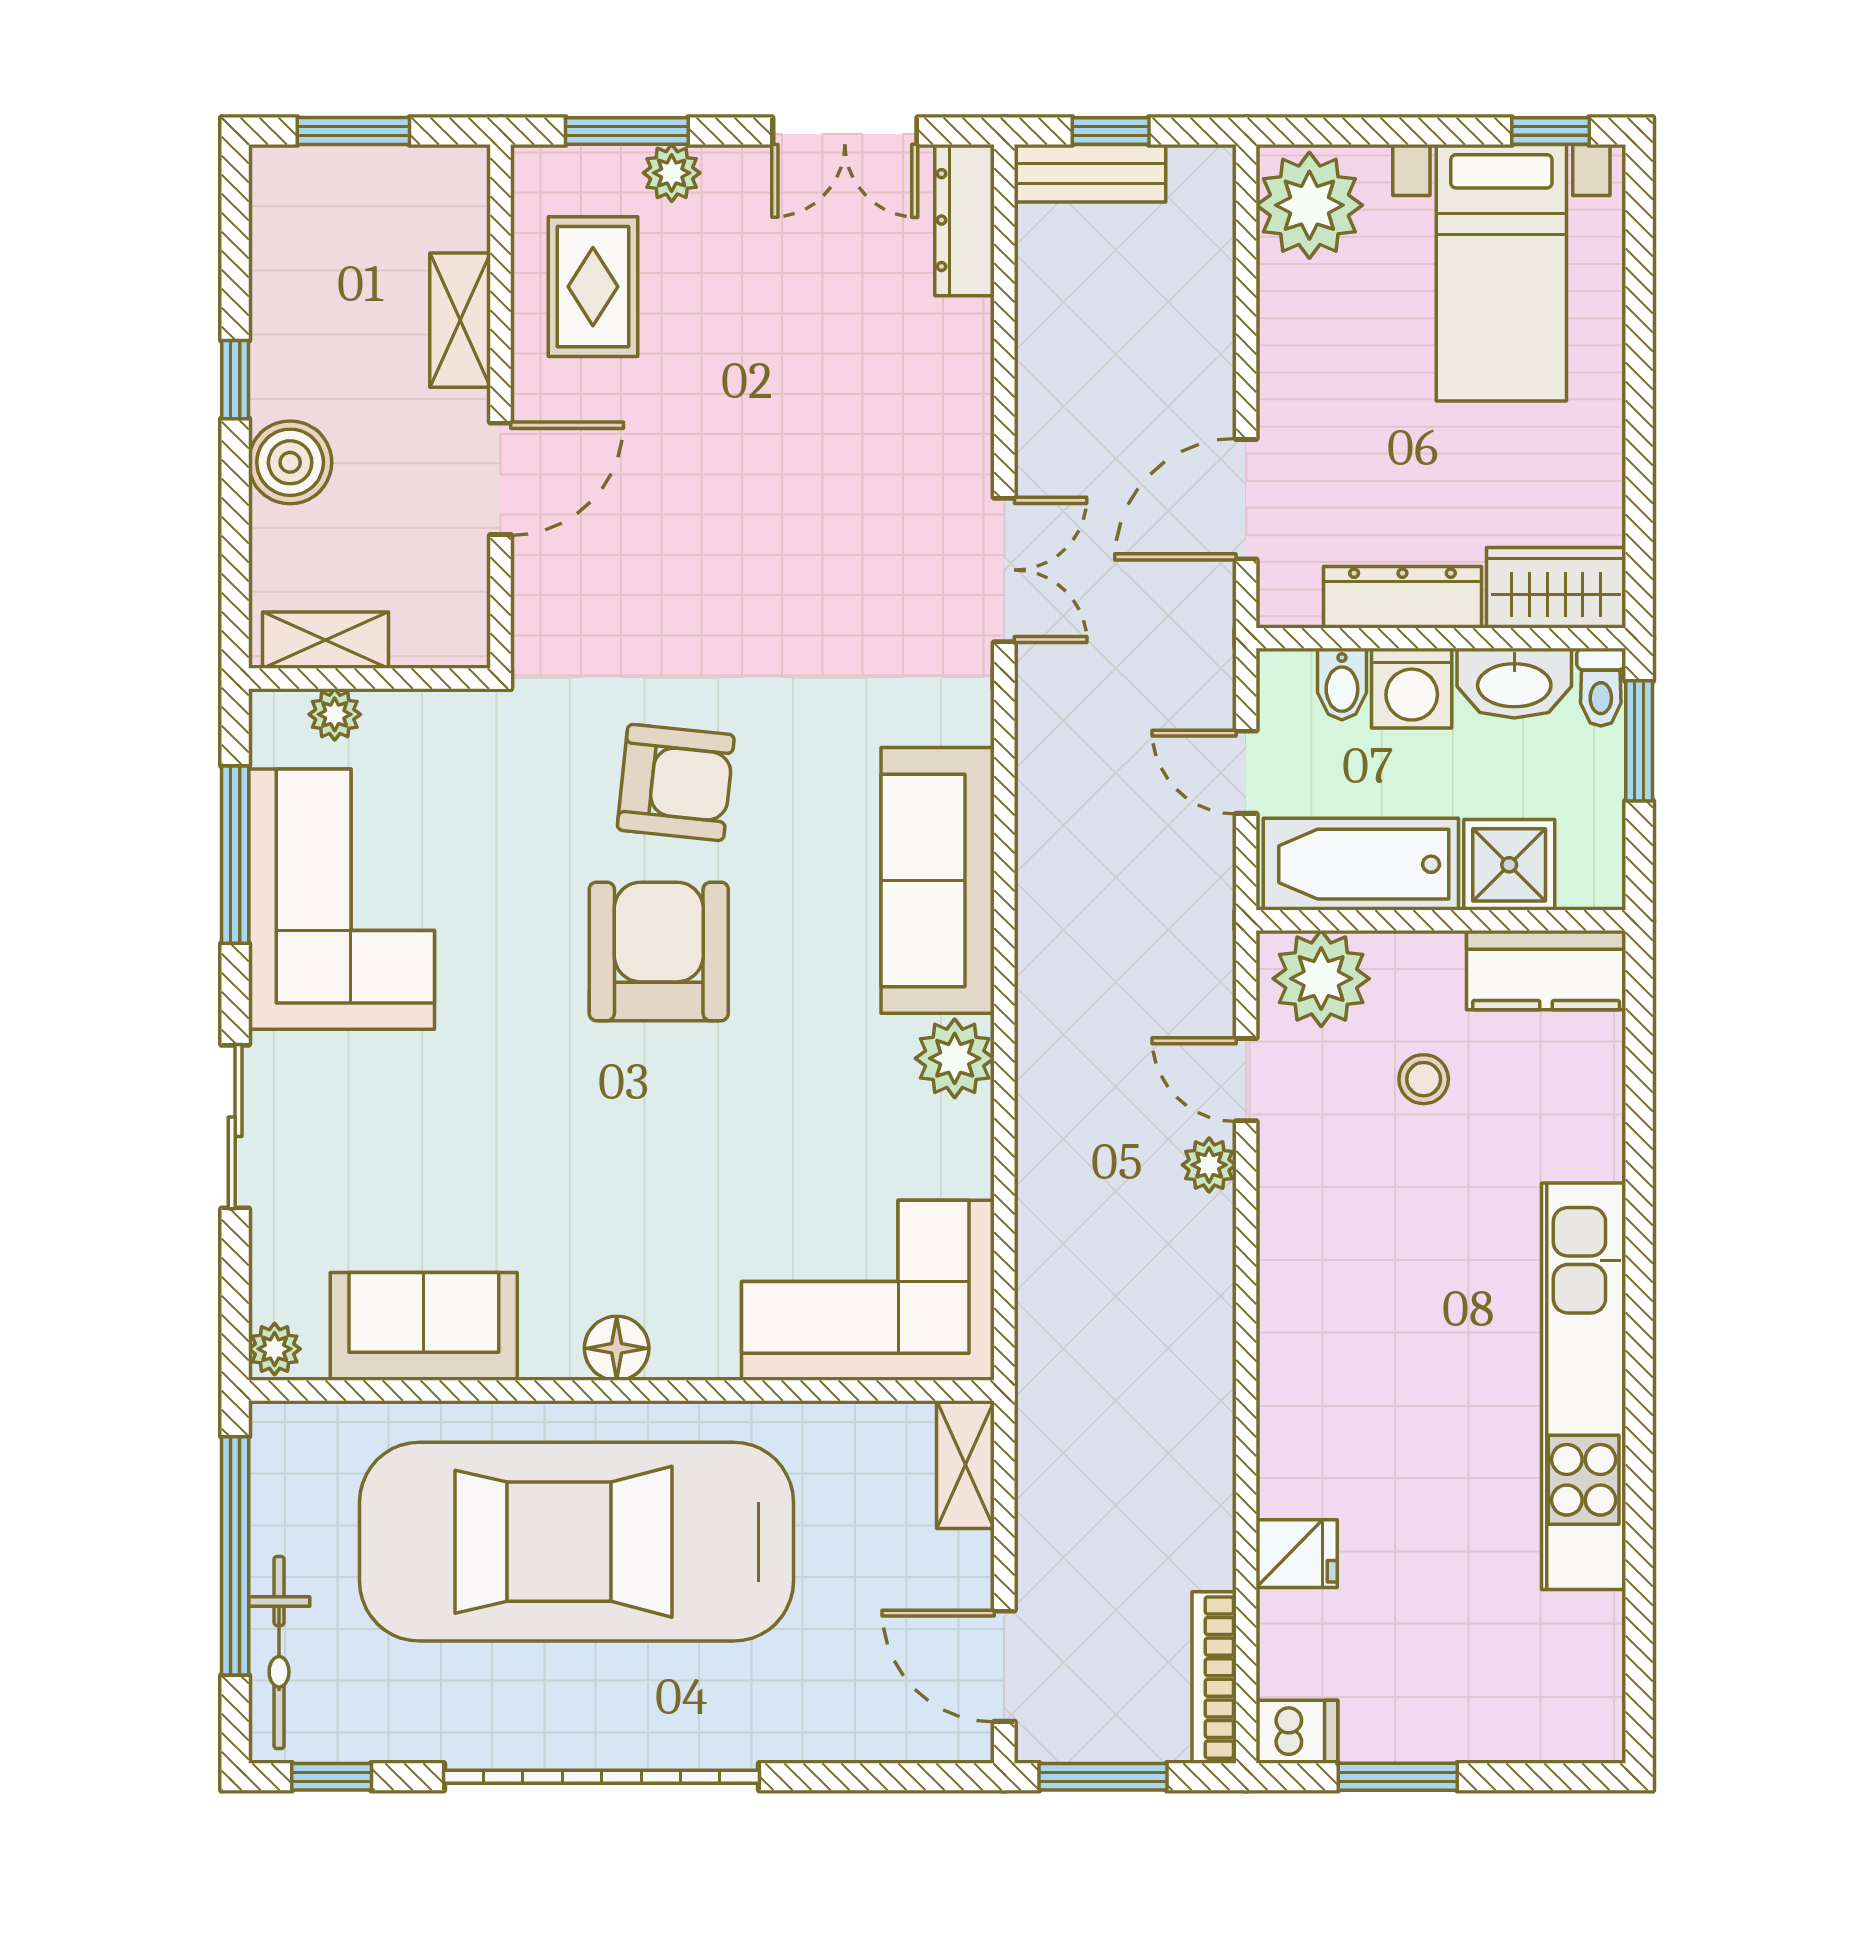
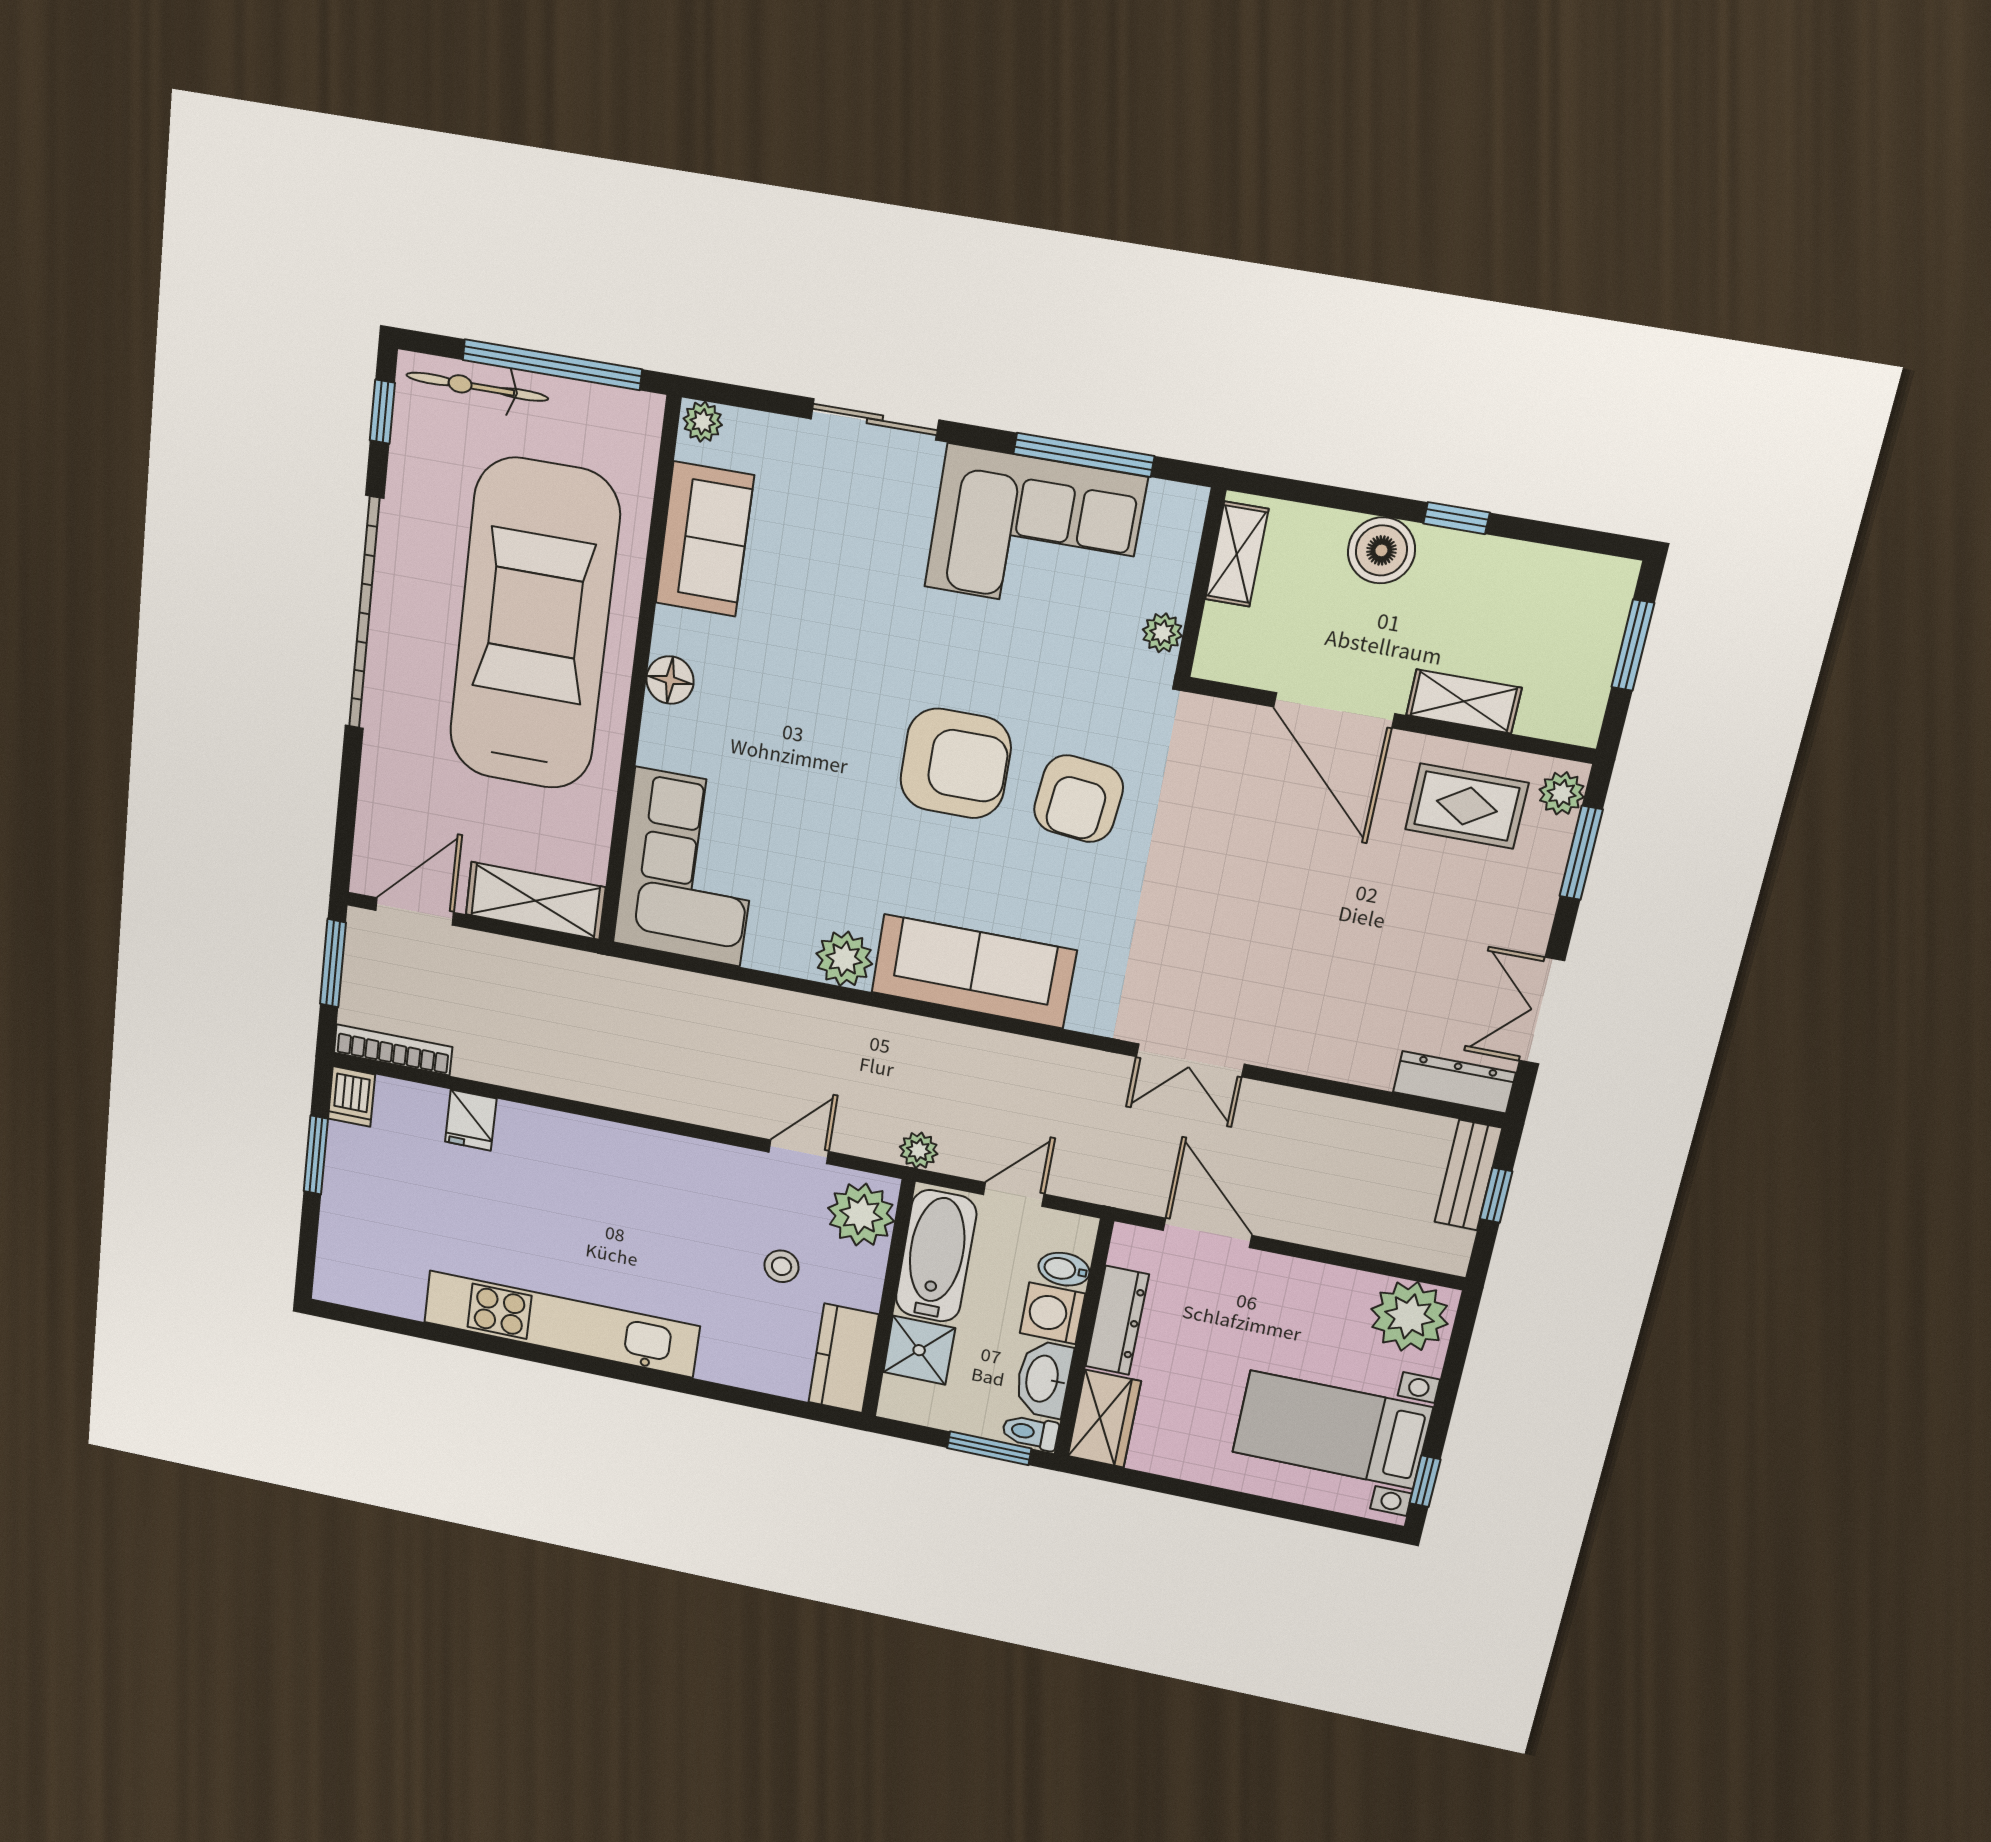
plant: (672, 173) -> (1562, 793), moved
door: (500, 479) -> (1334, 710), width x1.36
plant: (335, 714) -> (1162, 633), moved
plant: (1209, 1165) -> (919, 1150), moved
shelving: (965, 1465) -> (535, 901), width x1.50, depth x1.33

